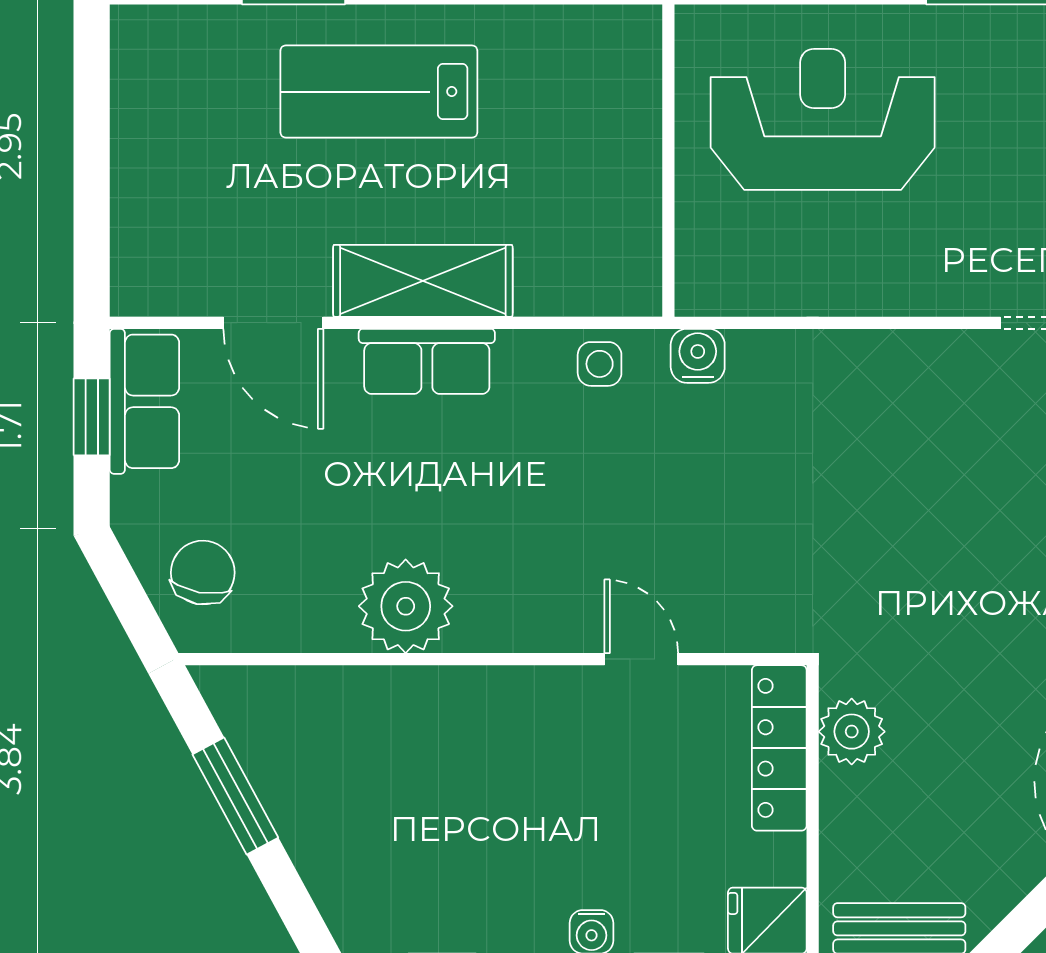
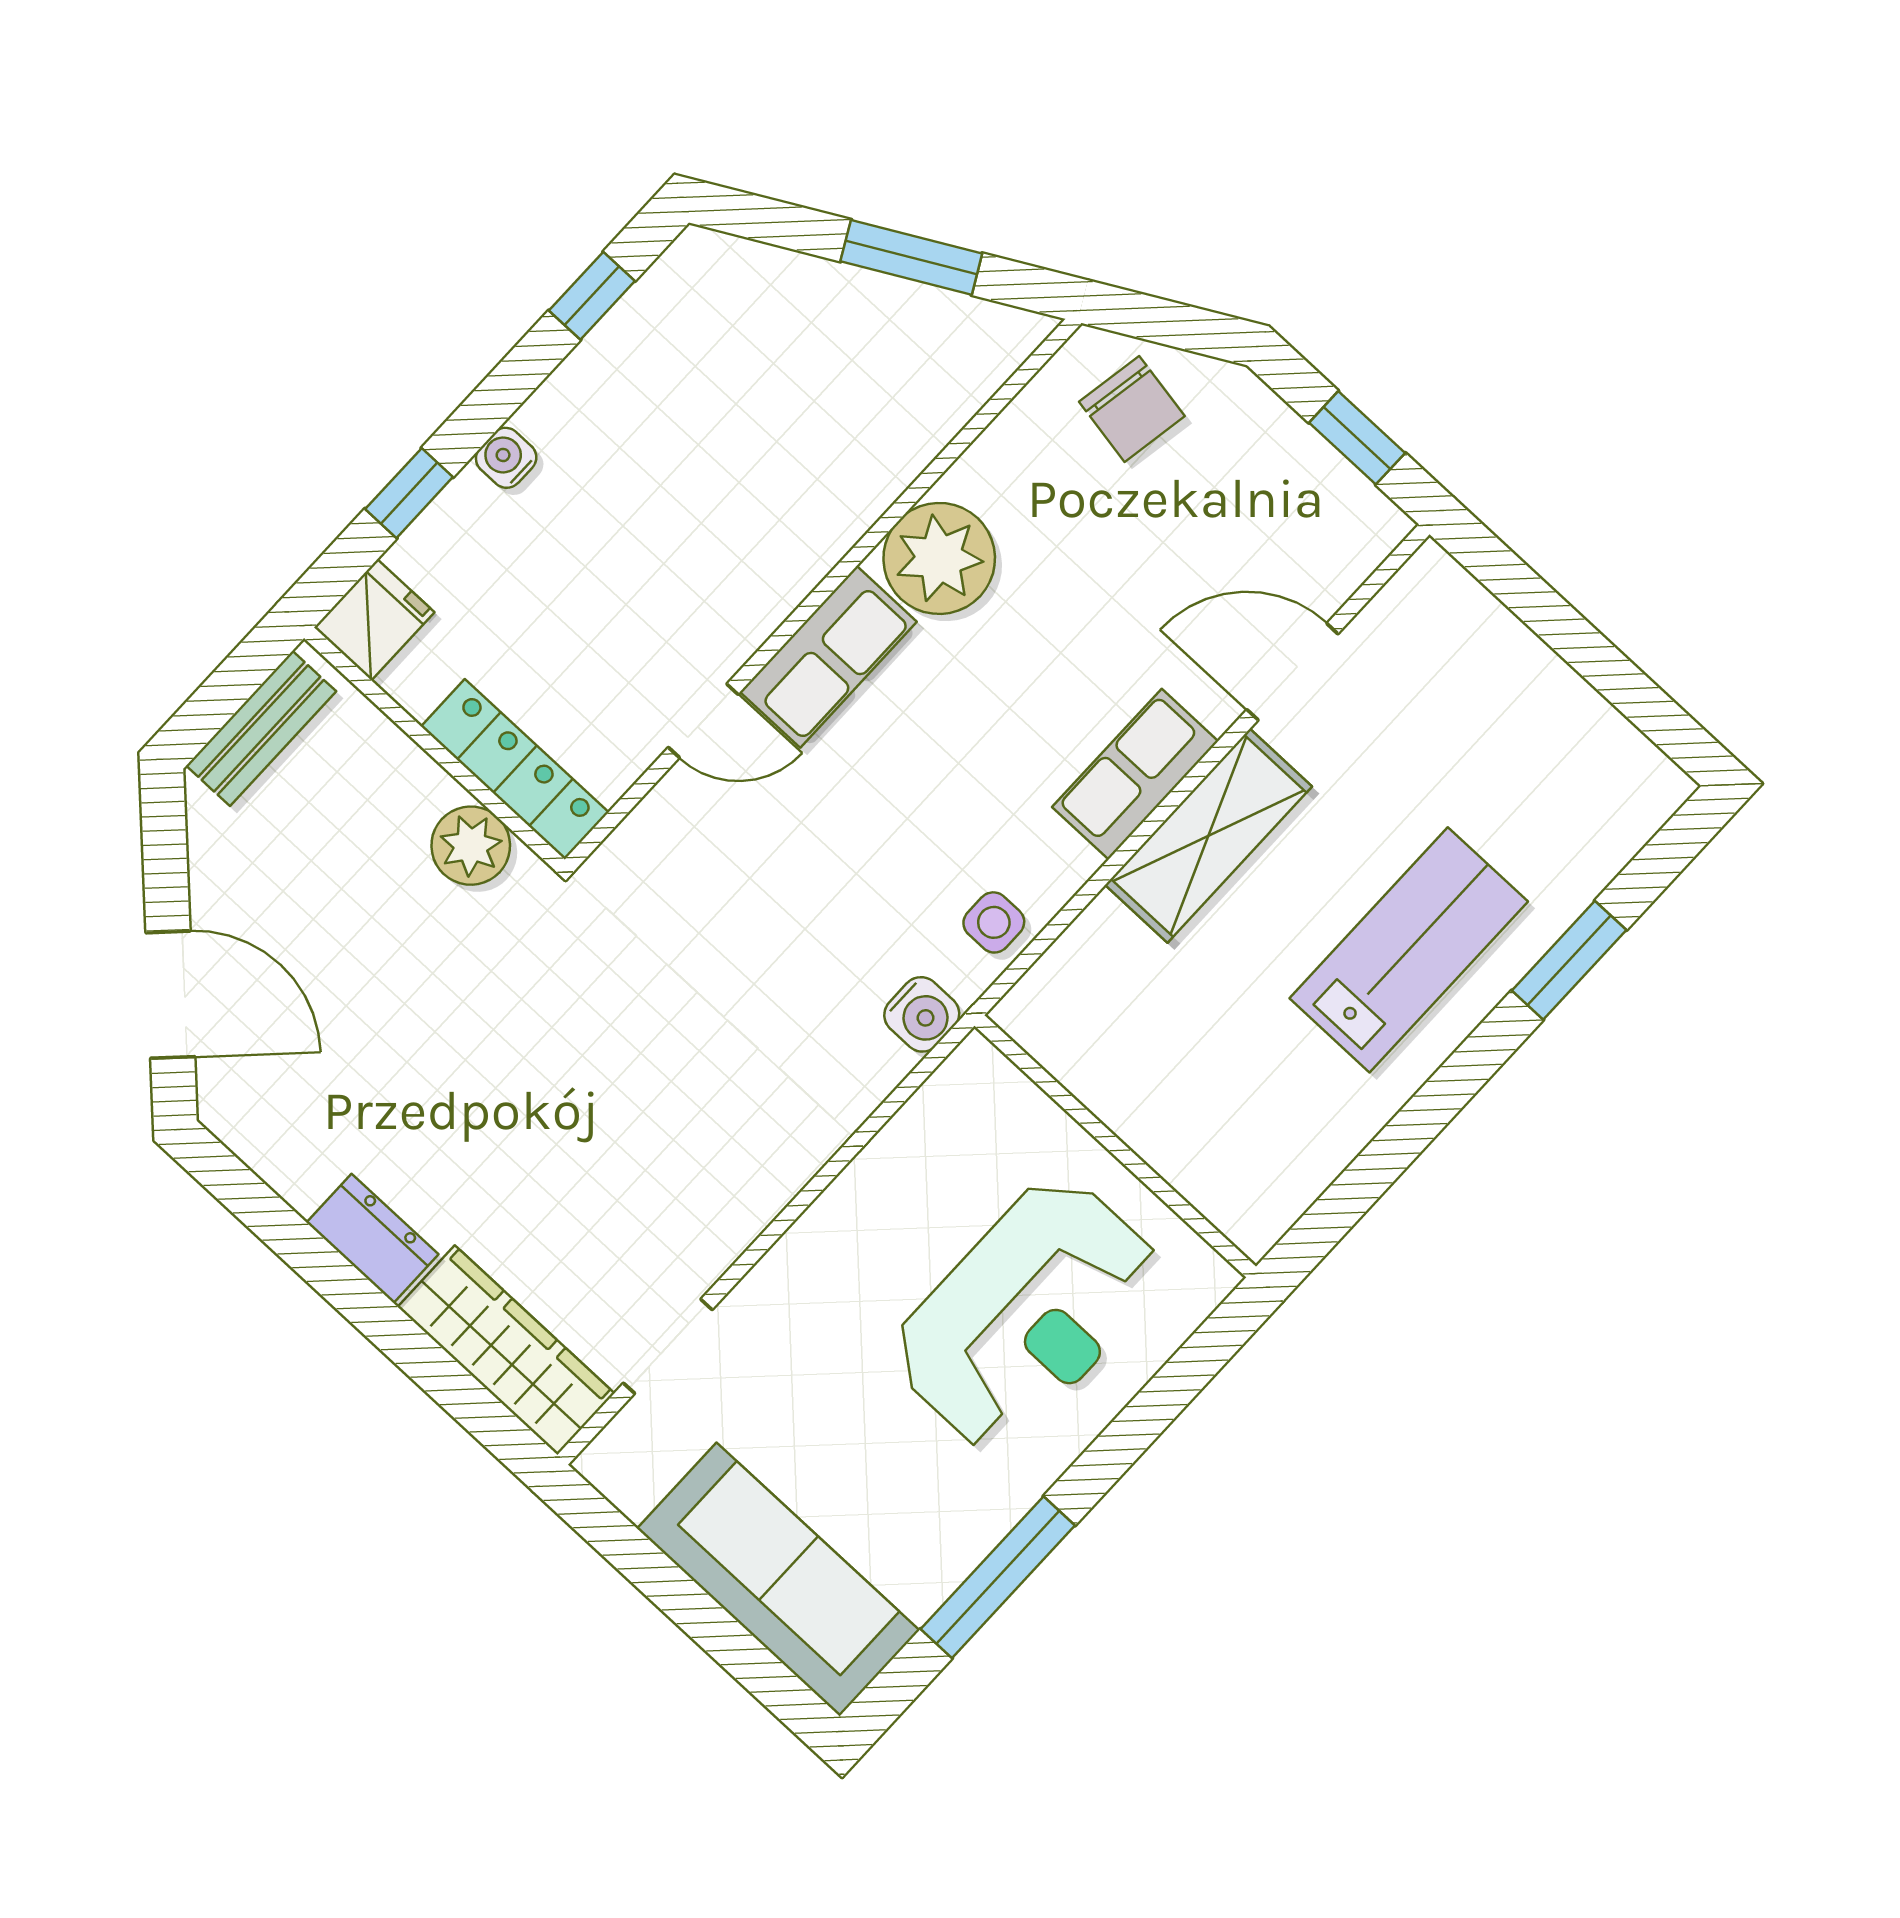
row of seats: (144, 401) -> (828, 657), moved, turned -90

